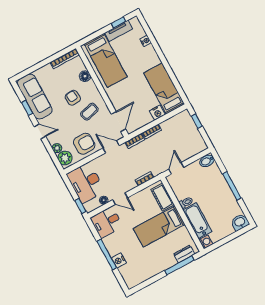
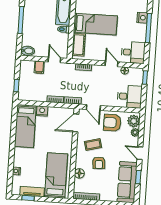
filing cabinet: (186, 152) -> (39, 67), added
door: (176, 168) -> (54, 60), swing flipped
desk: (86, 183) -> (130, 97), width x0.73

